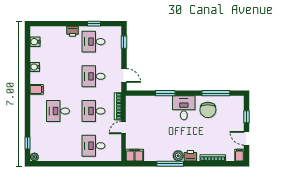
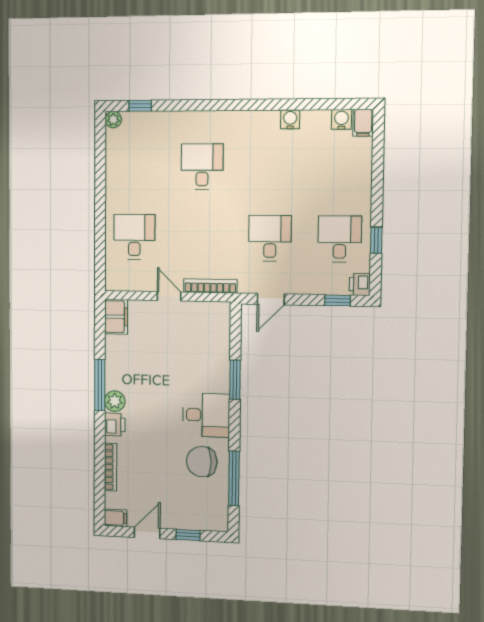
printer: (73, 31) -> (360, 284), moved
filing cabinet: (37, 89) -> (363, 123), moved
desk: (93, 111) -> (201, 237), removed

